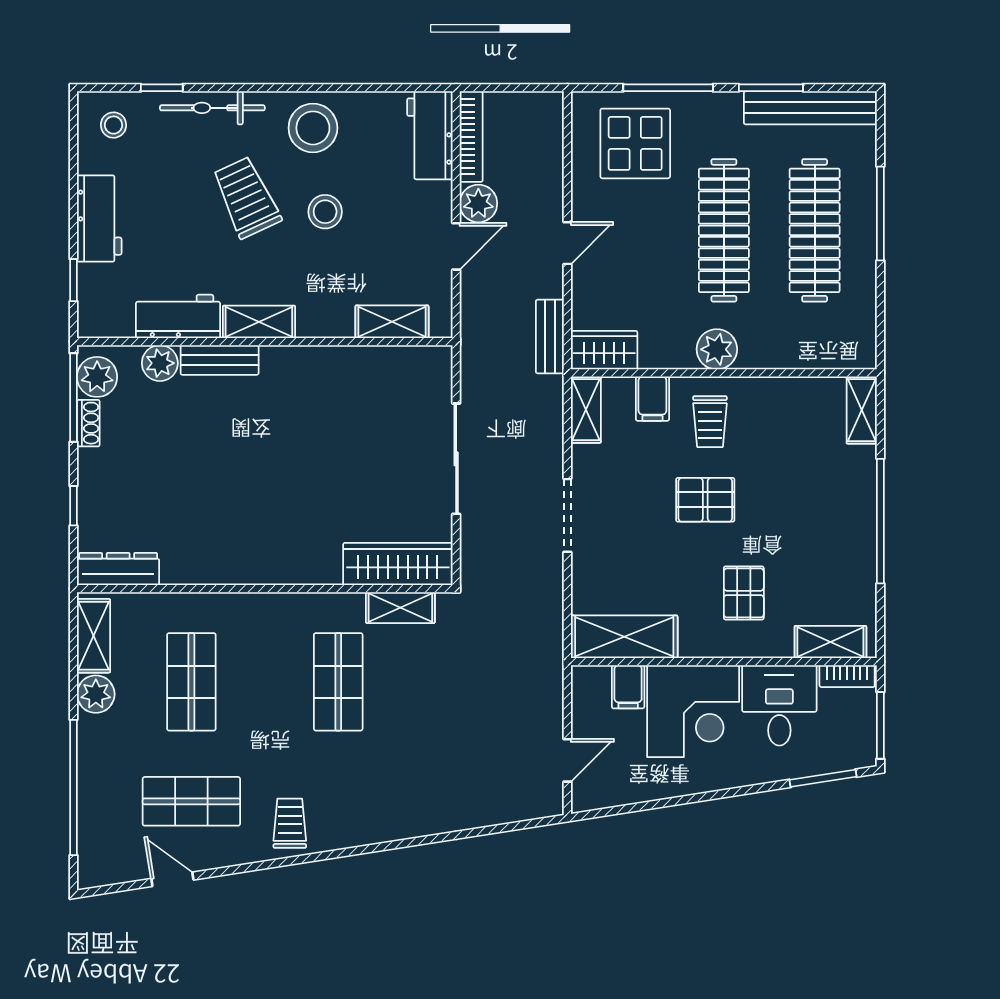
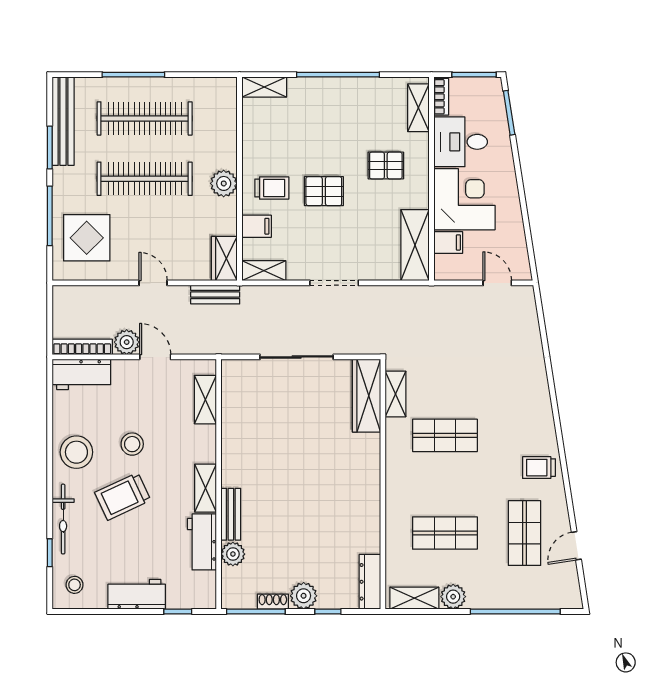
plant: (97, 377) -> (304, 596), moved
pallet: (705, 500) -> (324, 191), turned 90

